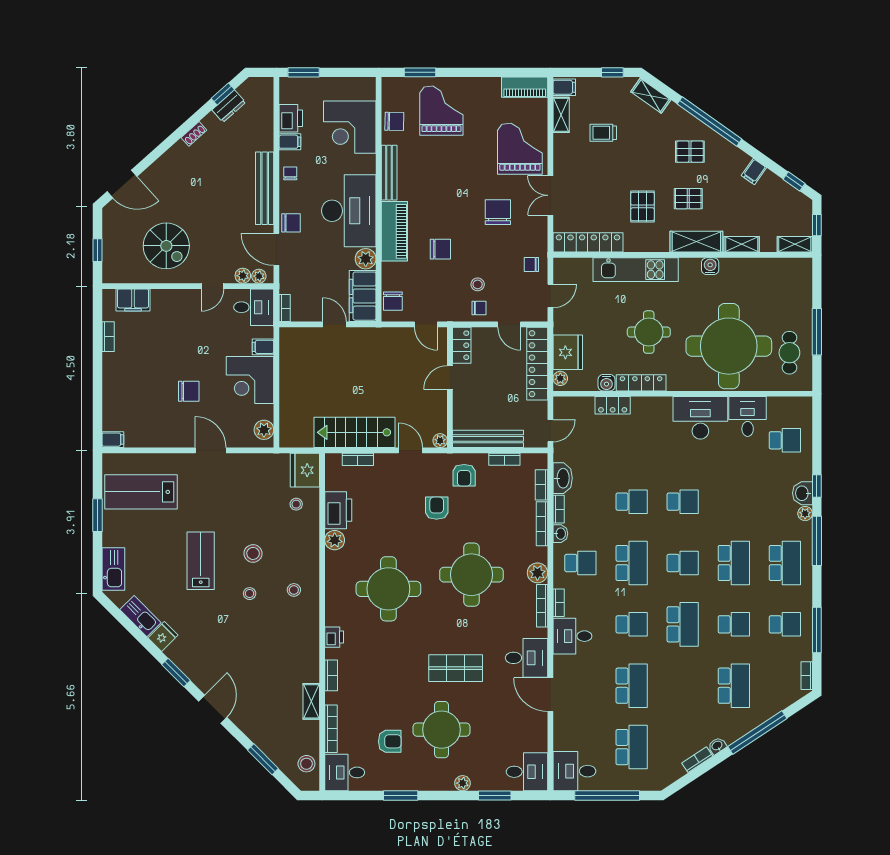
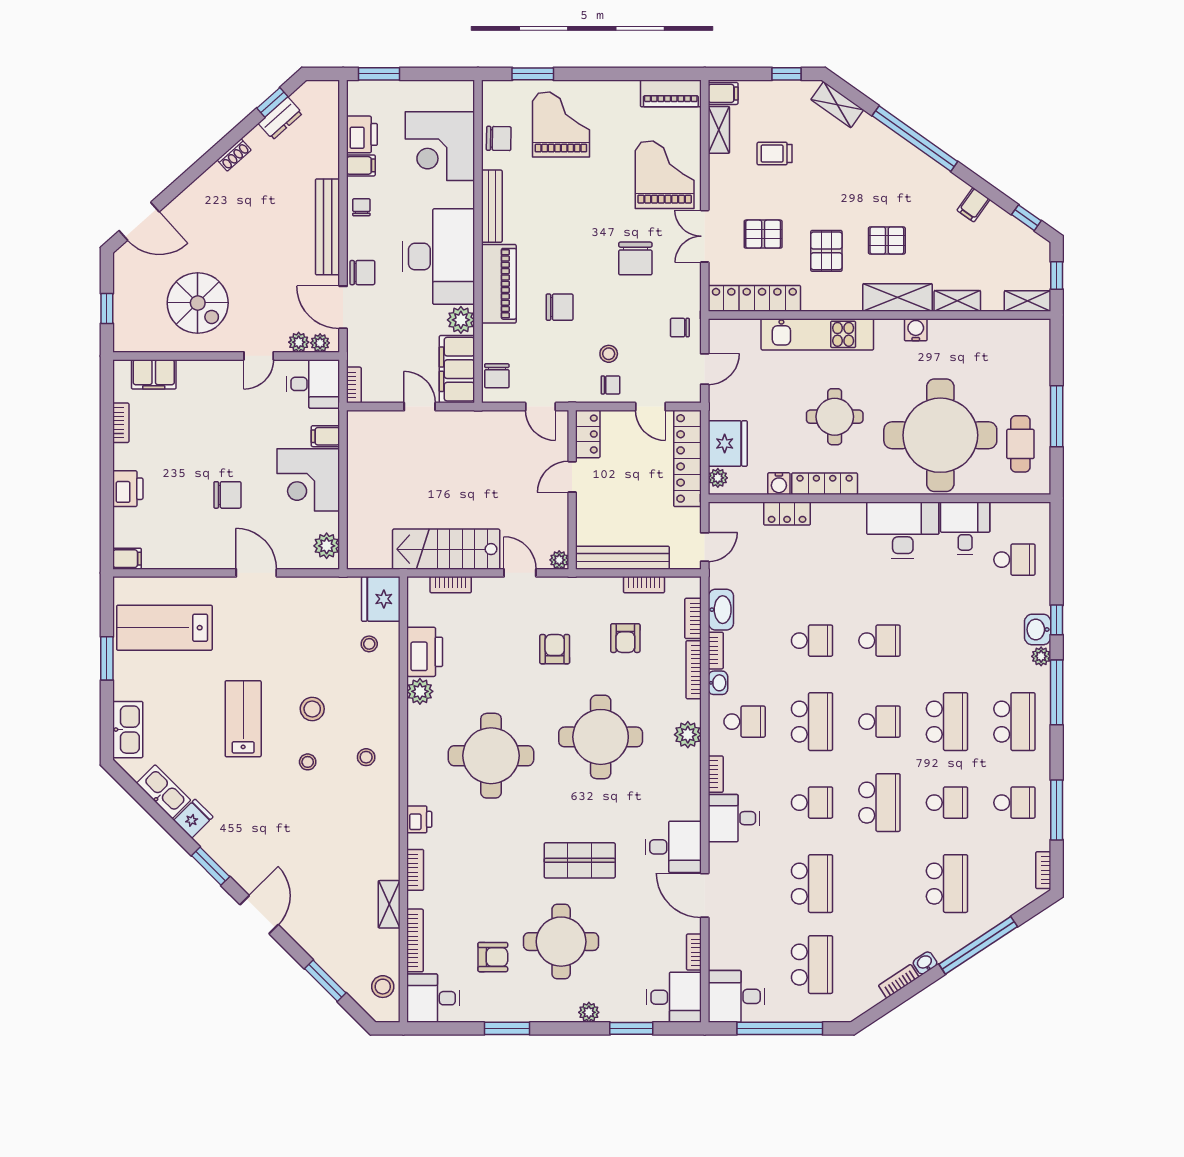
pallet: (690, 152) -> (763, 234), moved
chair: (498, 212) -> (635, 258), turned 180
printer: (113, 387) -> (128, 489), added
armchair: (464, 475) -> (625, 638), moved
bookcase: (542, 606) -> (694, 952), moved, width x0.64

